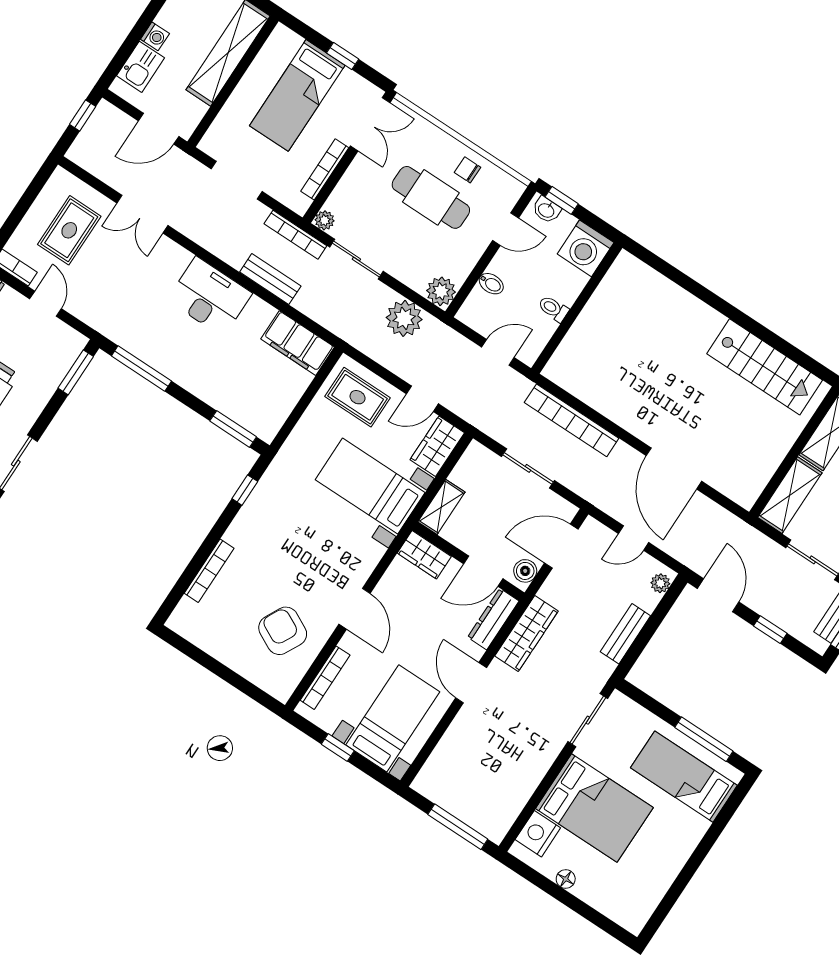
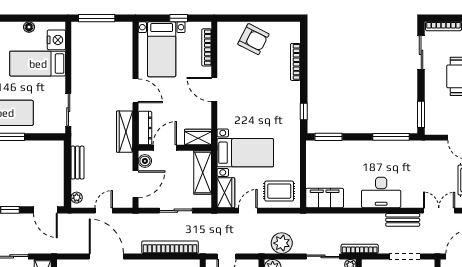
bench: (270, 279) -> (403, 220), moved
shelving: (441, 507) -> (203, 172), width x1.50, depth x1.33
armchair: (283, 631) -> (253, 39), moved
bed: (594, 808) -> (38, 64), width x0.67

